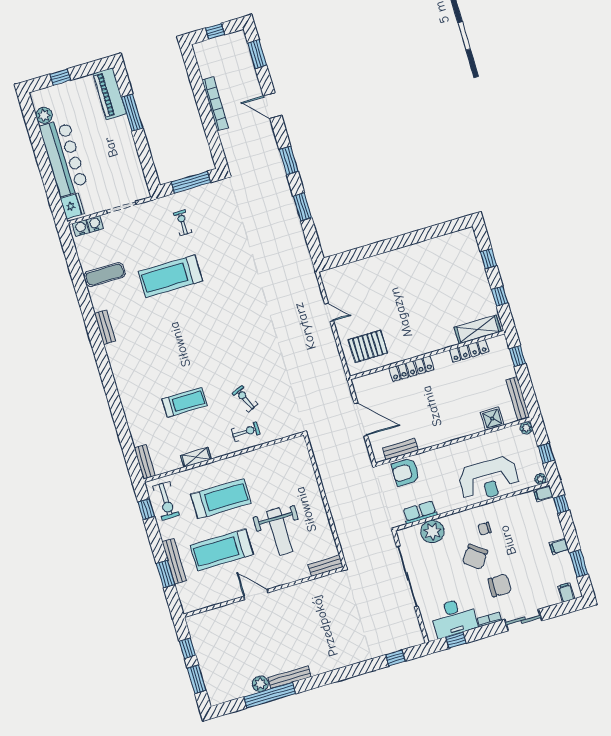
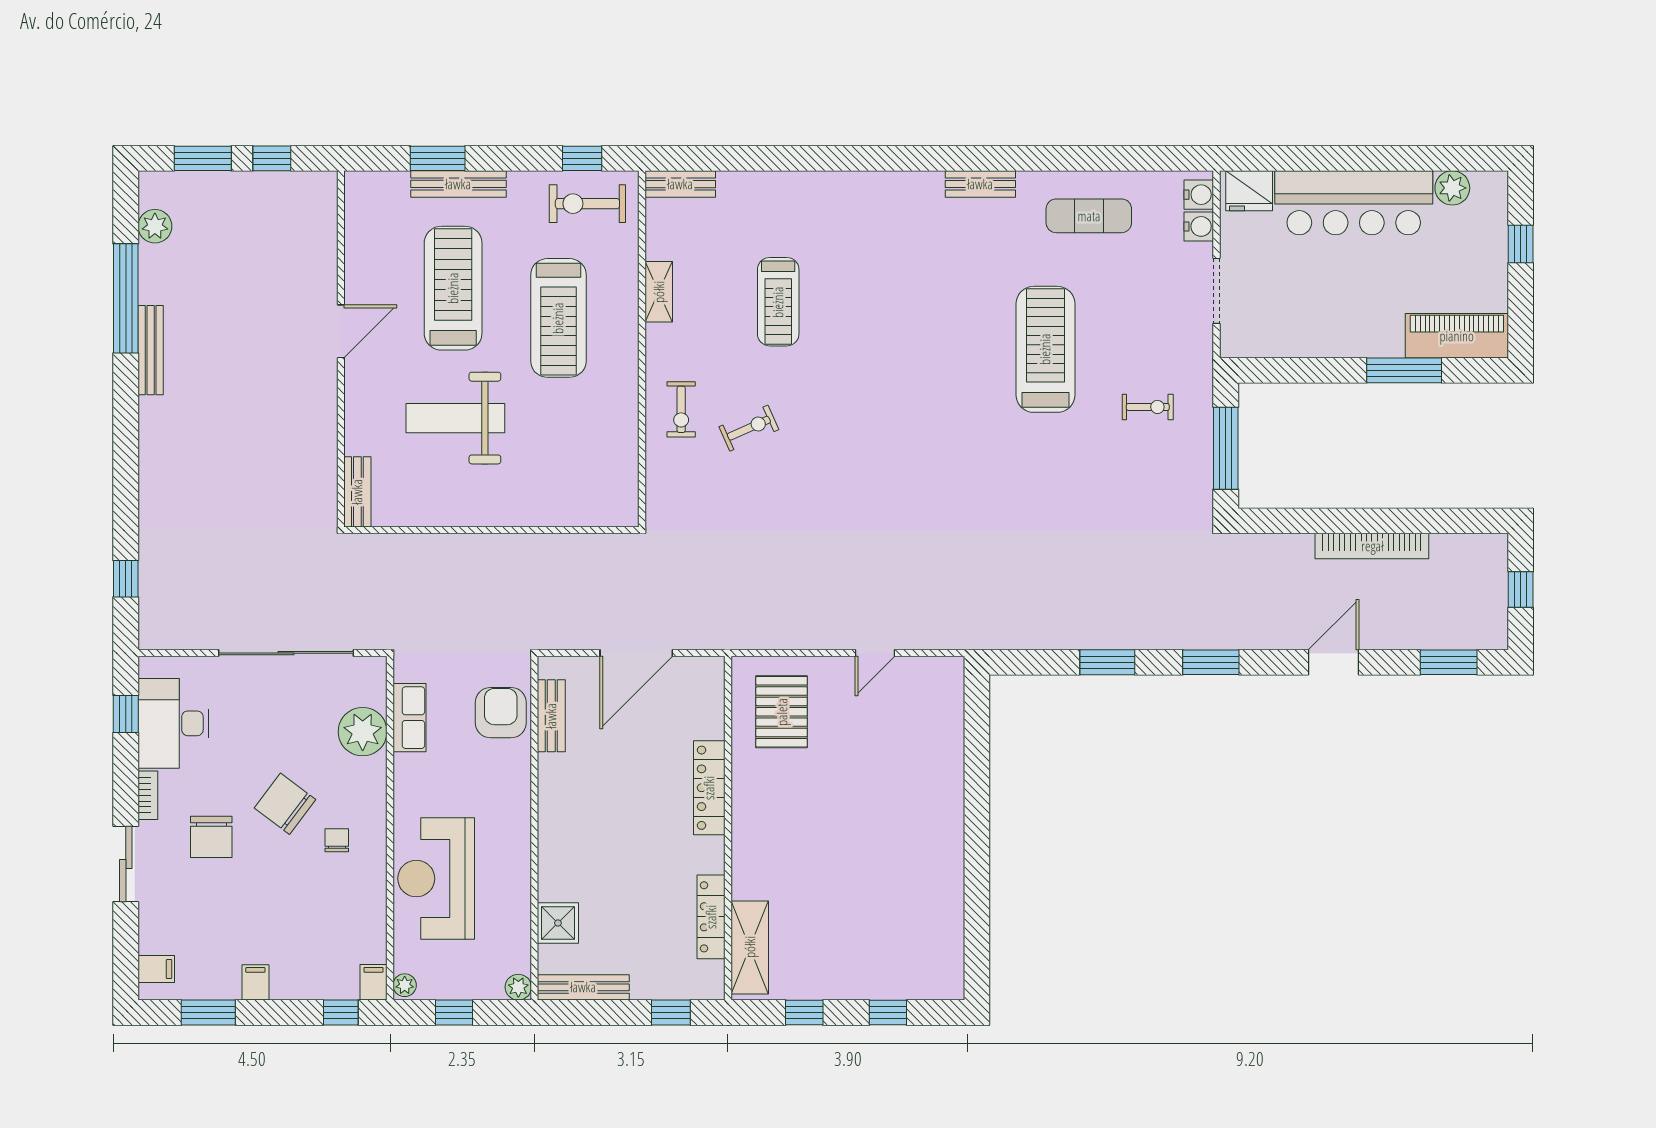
exercise mat: (105, 275) -> (1089, 216), turned 90
plant: (260, 684) -> (155, 226), moved

